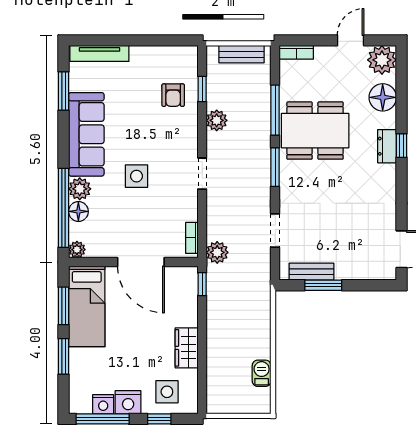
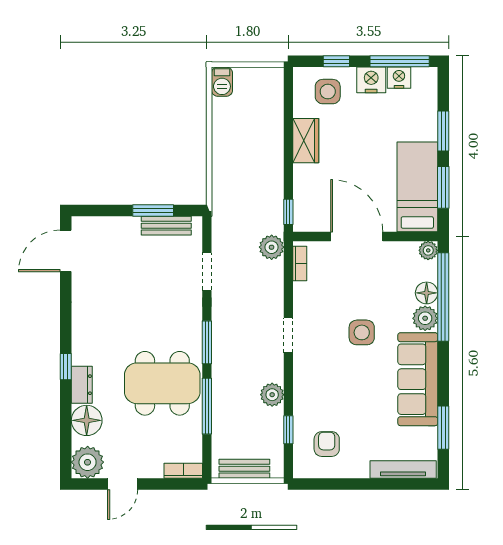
armchair: (173, 95) -> (327, 444), moved
dresser: (387, 146) -> (82, 385), moved
barbecue: (262, 373) -> (222, 82), moved

